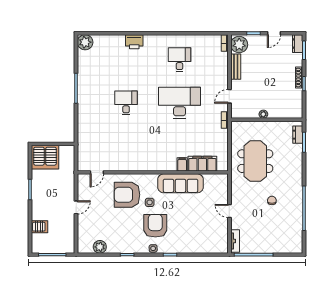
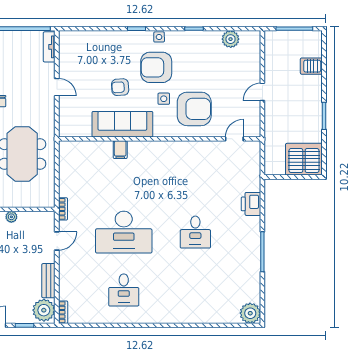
printer: (134, 42) -> (251, 204), moved, turned -90
filing cabinet: (202, 164) -> (93, 151), removed
armchair: (182, 211) -> (120, 87), added
armchair: (155, 226) -> (156, 67), turned 90

